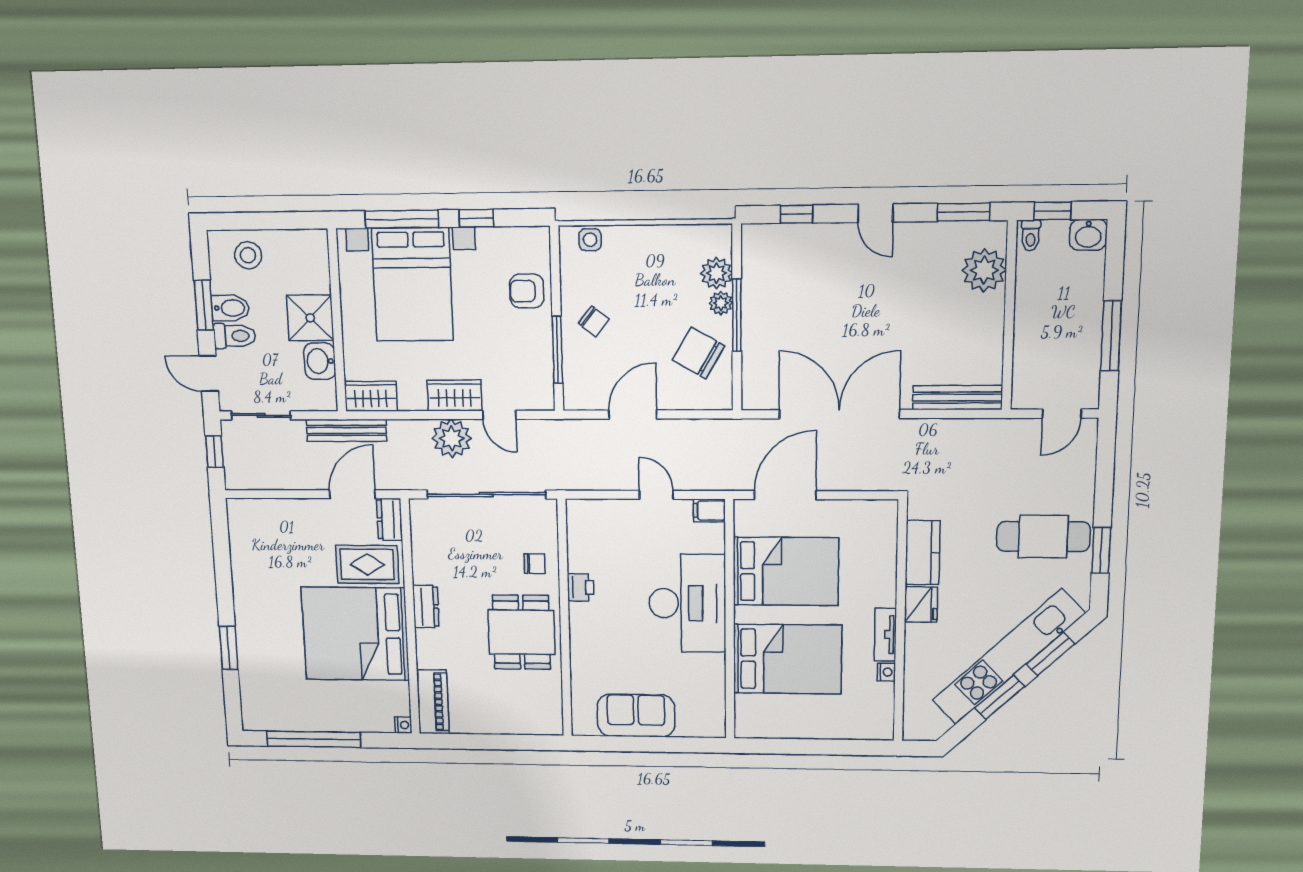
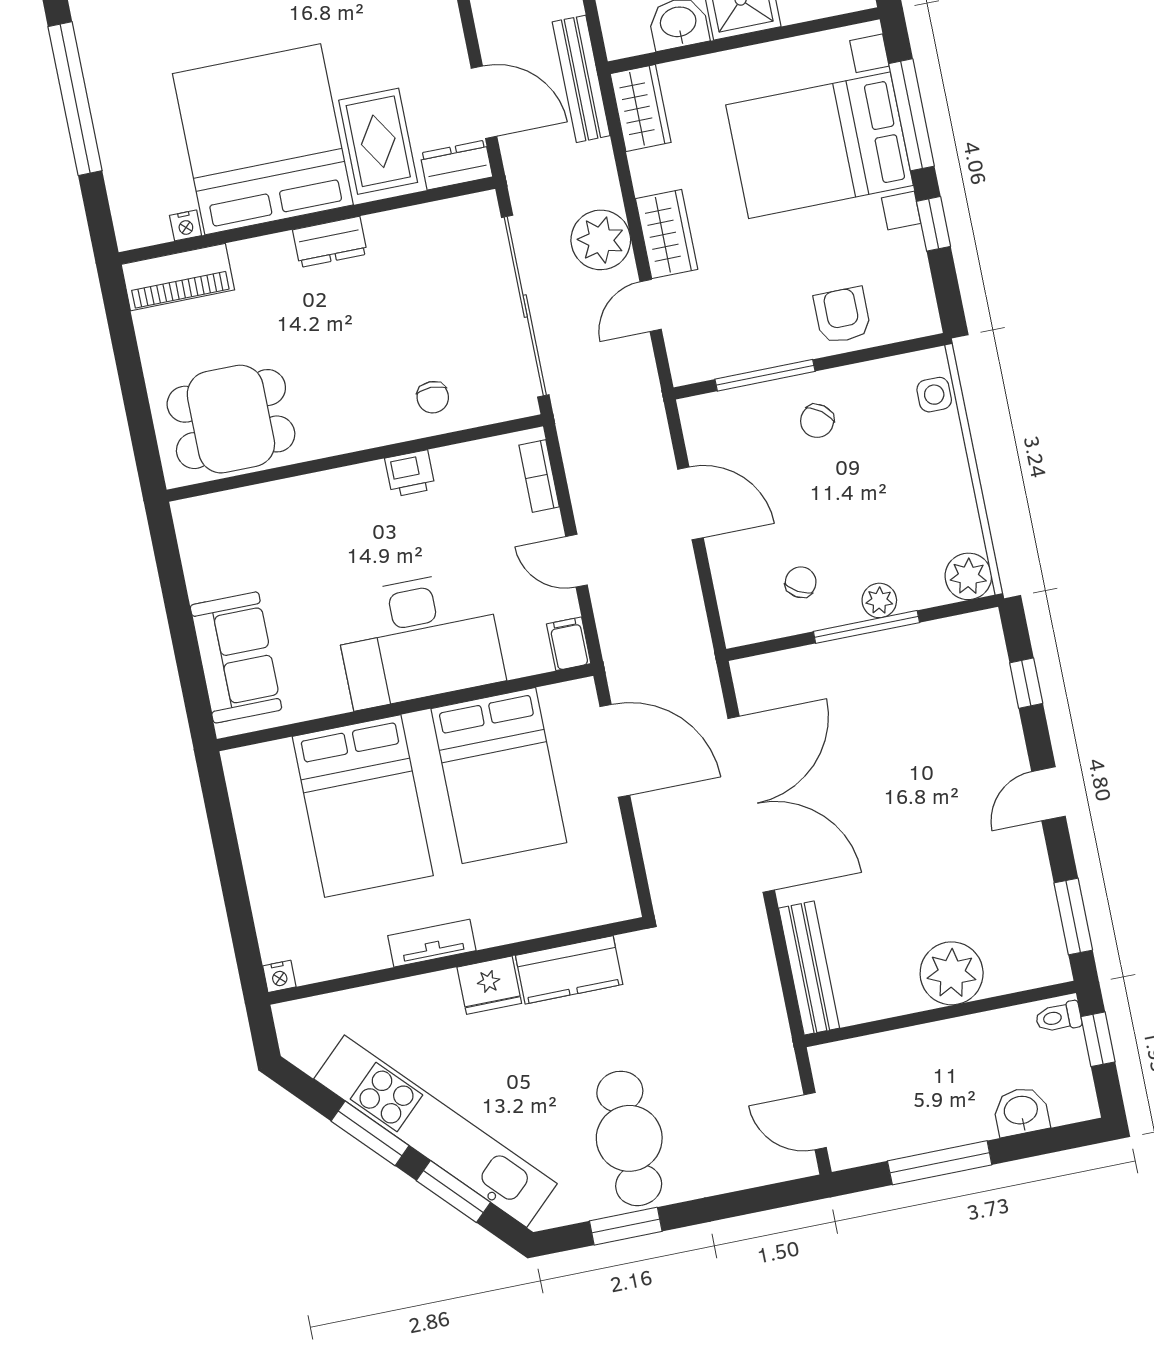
washbasin: (1088, 235) -> (1021, 1111), moved, turned 90
plant: (984, 270) -> (952, 973), moved
plant: (717, 273) -> (968, 576), moved
chair: (698, 353) -> (801, 582), width x0.54, depth x0.54
door: (656, 495) -> (576, 561), swing flipped
bookcase: (597, 508) -> (539, 476), added
dining table: (521, 632) -> (231, 419), moved
nightstand: (886, 672) -> (279, 976), moved
sofa: (636, 716) -> (236, 657), moved
nightstand: (403, 725) -> (186, 225), moved

